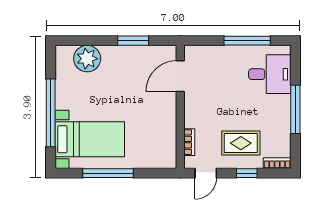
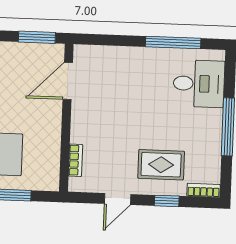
door: (180, 76) -> (68, 81), moved
wall: (180, 107) -> (66, 118), moved
bookcase: (189, 142) -> (76, 160), moved

